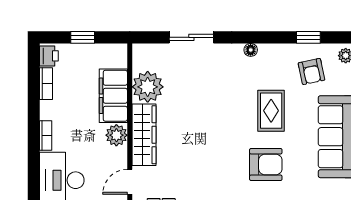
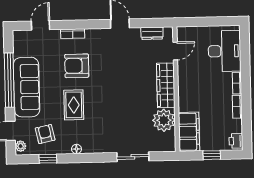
floor lamp: (251, 50) -> (76, 149), moved
bookcase: (46, 84) -> (237, 107), moved
filing cabinet: (113, 96) -> (189, 132), moved
plant: (116, 135) -> (186, 85), removed

